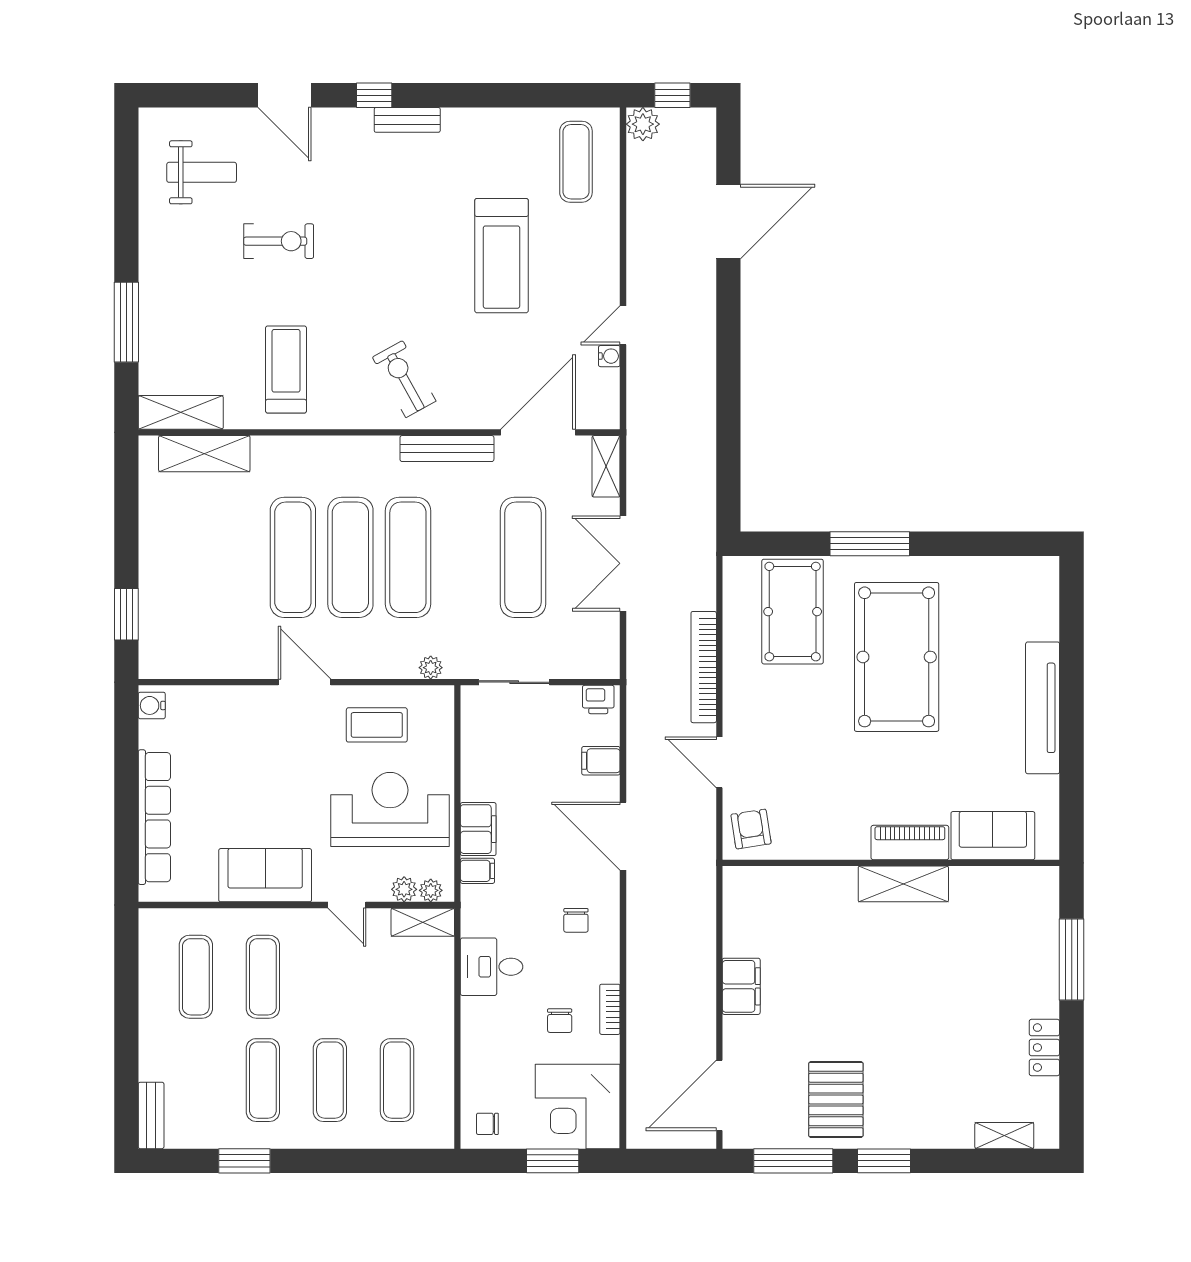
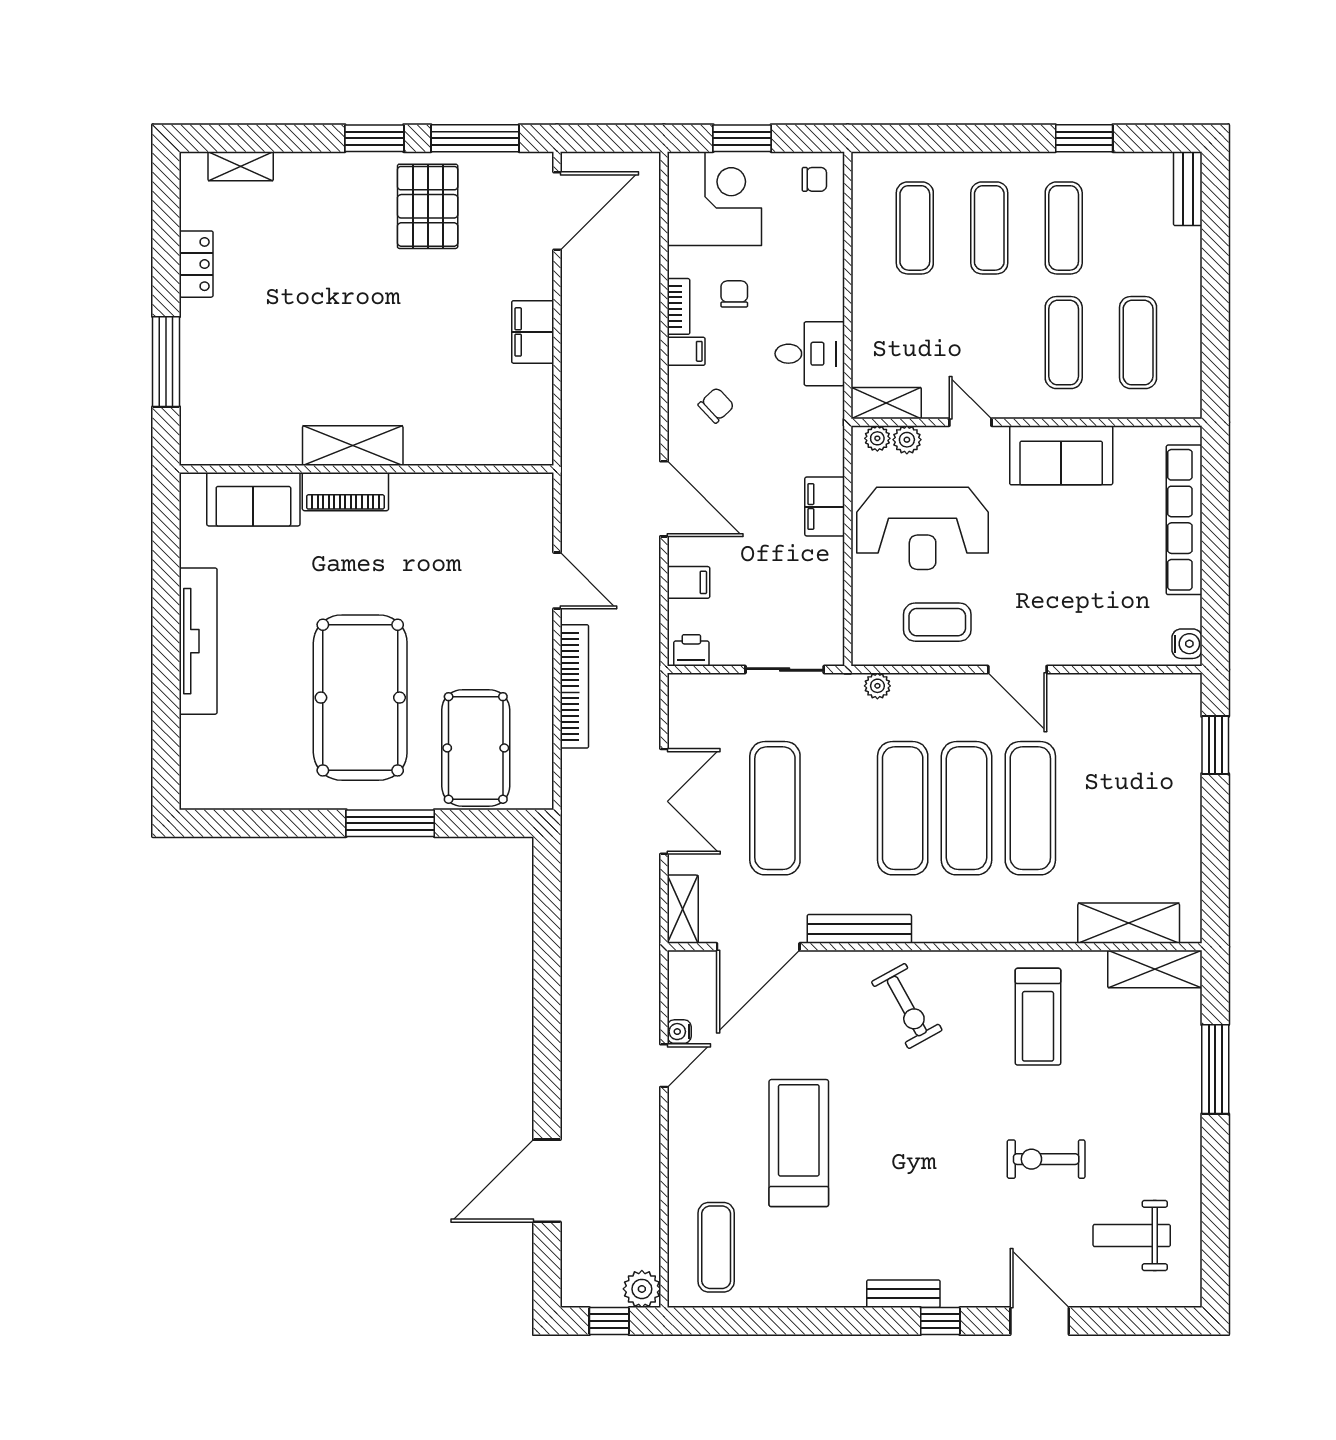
armchair: (751, 829) -> (522, 507), removed
filing cabinet: (477, 871) -> (686, 351), moved, turned 180
chair: (576, 920) -> (716, 405), turned 47

